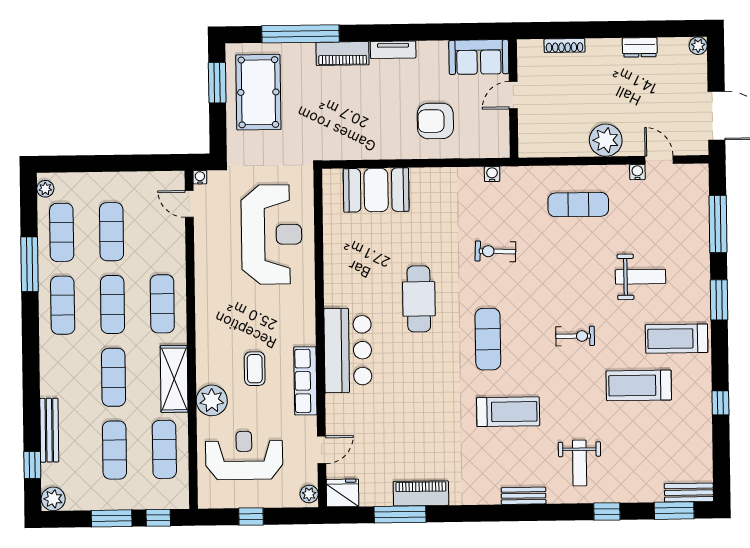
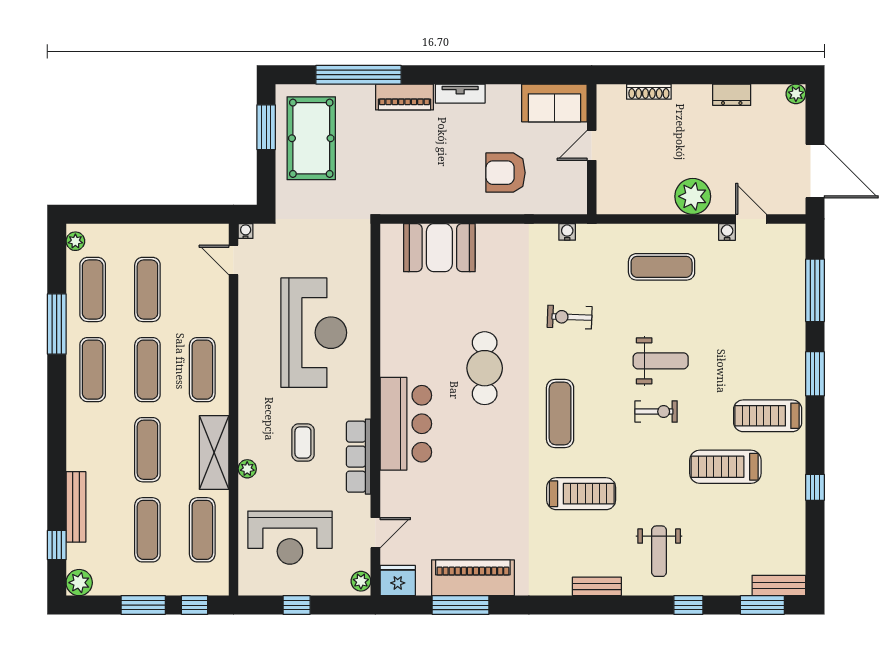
reception desk: (272, 235) -> (314, 333), moved
weight bench: (640, 277) -> (661, 361), moved
plant: (212, 400) -> (247, 469), width x0.53, depth x0.53
reception desk: (244, 455) -> (290, 538), turned 180
piano: (421, 493) -> (473, 578), width x1.37, depth x1.33

